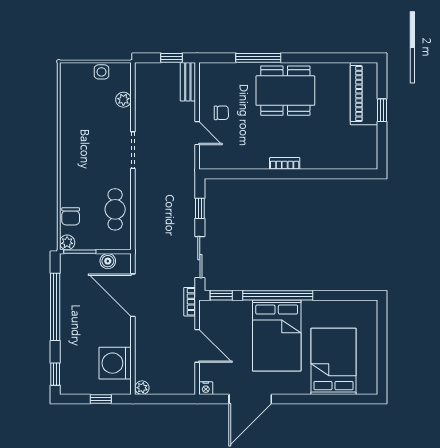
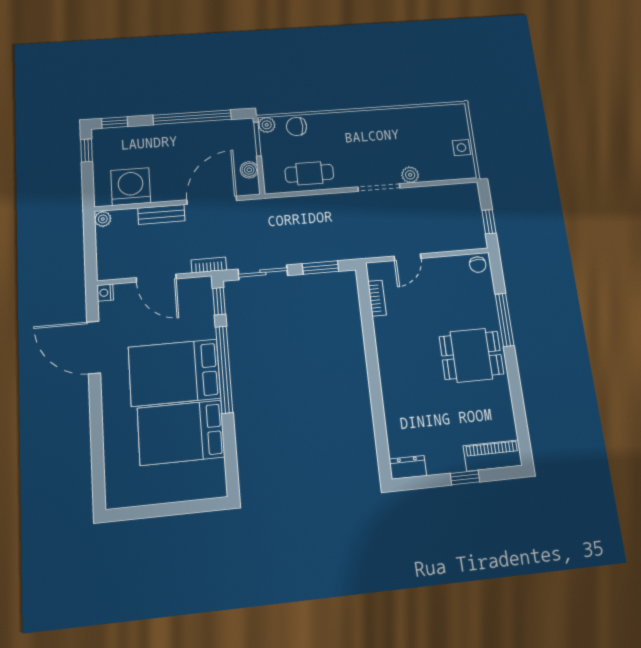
bench: (188, 82) -> (161, 214), moved
dining table: (285, 91) -> (471, 355), width x0.73
piano: (364, 94) -> (493, 456), width x0.73, depth x0.75
plant: (123, 100) -> (410, 175), moved
chair: (221, 113) -> (478, 265), moved
dresser: (370, 155) -> (408, 467), added
bookcase: (285, 163) -> (377, 298), moved
window: (200, 208) -> (320, 268), width x1.50
door: (197, 346) -> (156, 278), hinge flipped
bed: (333, 361) -> (181, 432), moved, turned 180
window: (101, 399) -> (87, 151), moved

